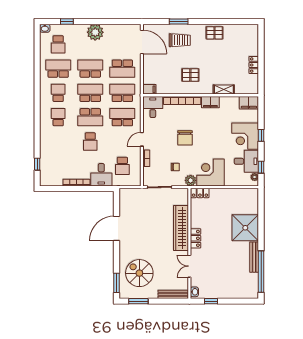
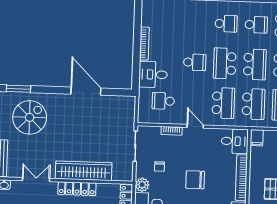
school desk: (90, 141) -> (195, 62), turned 180
locker: (196, 238) -> (77, 189), width x1.53

